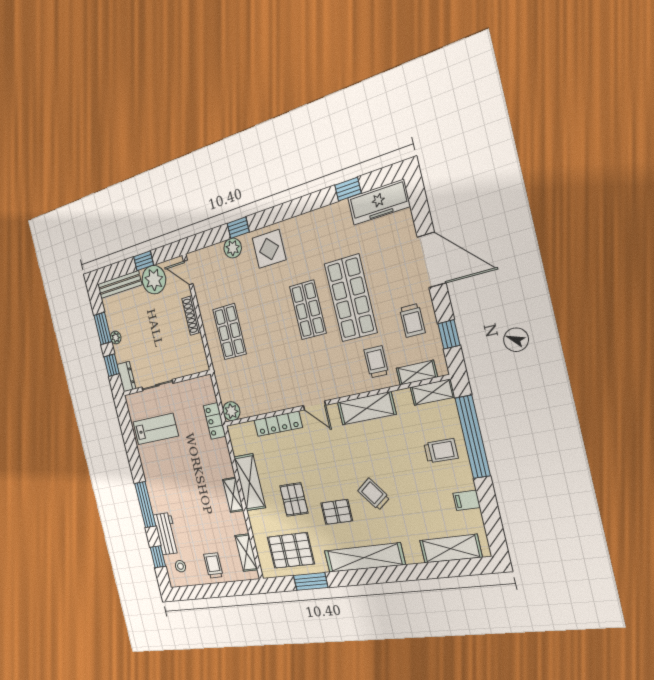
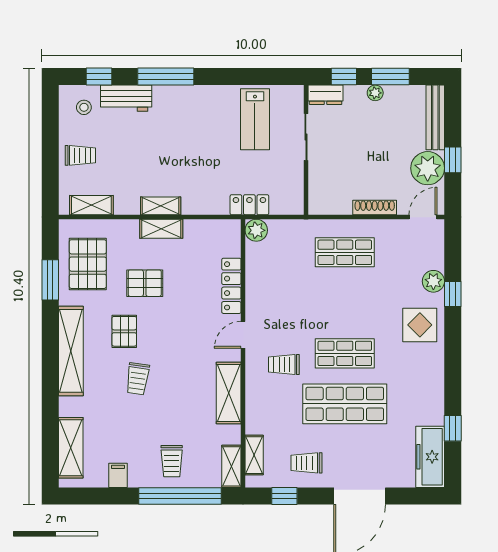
trolley: (376, 362) -> (284, 365), moved, turned 180
shelving: (250, 482) -> (161, 229), width x0.67, depth x0.75
trolley: (374, 494) -> (138, 379), turned 135

